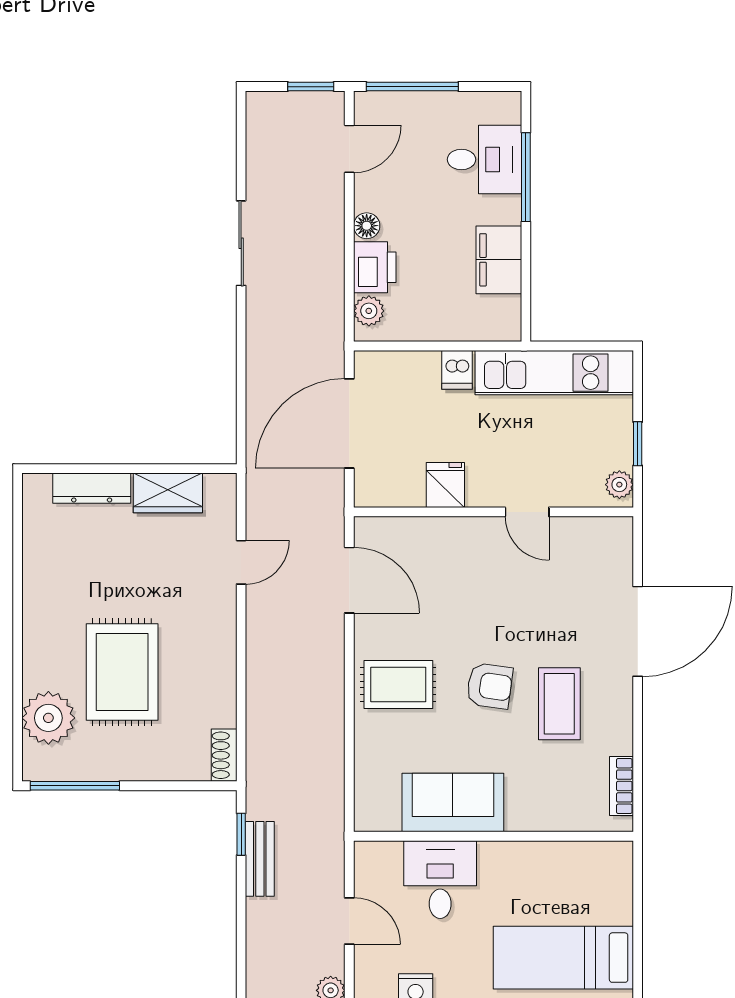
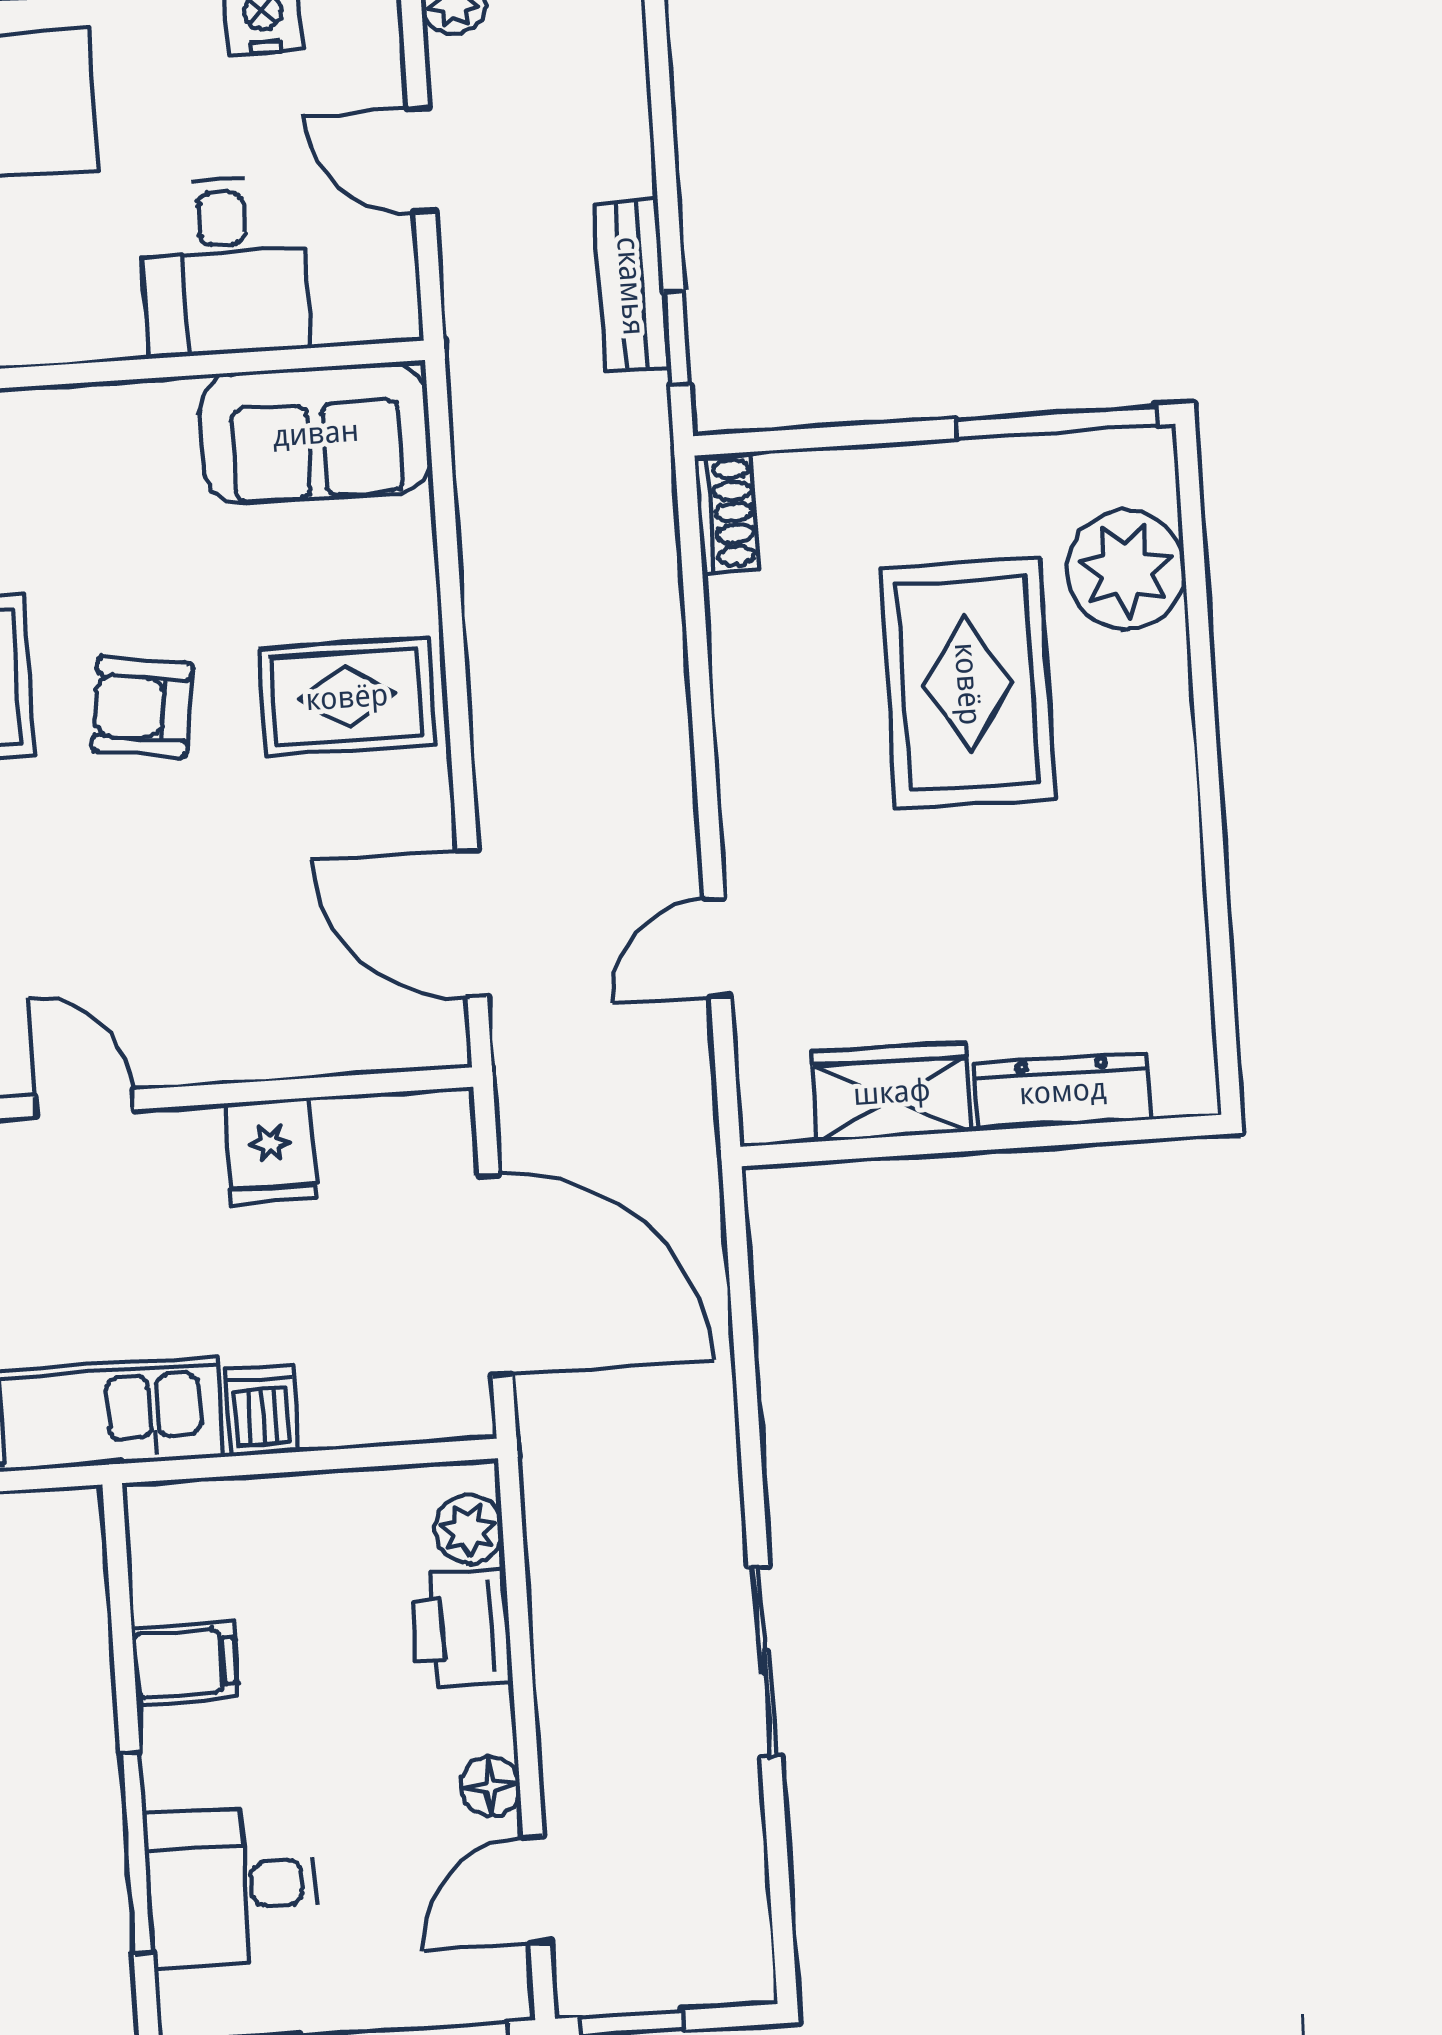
floor lamp: (367, 226) -> (491, 1786), moved
filing cabinet: (499, 260) -> (185, 1663), width x0.50
door: (349, 423) -> (496, 1274), hinge flipped
sofa: (453, 803) -> (316, 433), moved

